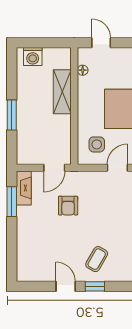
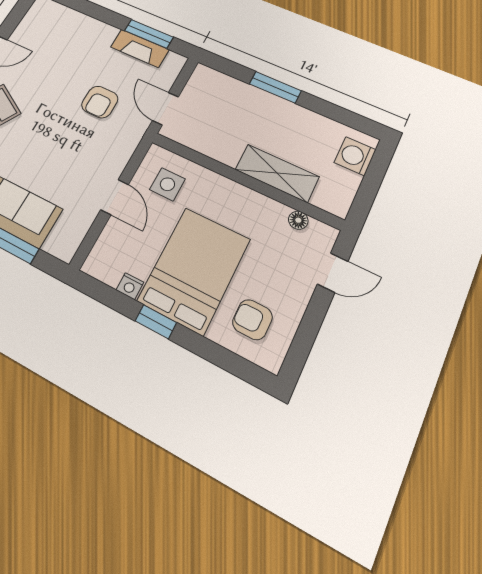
fireplace: (24, 188) -> (140, 48), moved
armchair: (68, 206) -> (100, 102), turned -90

